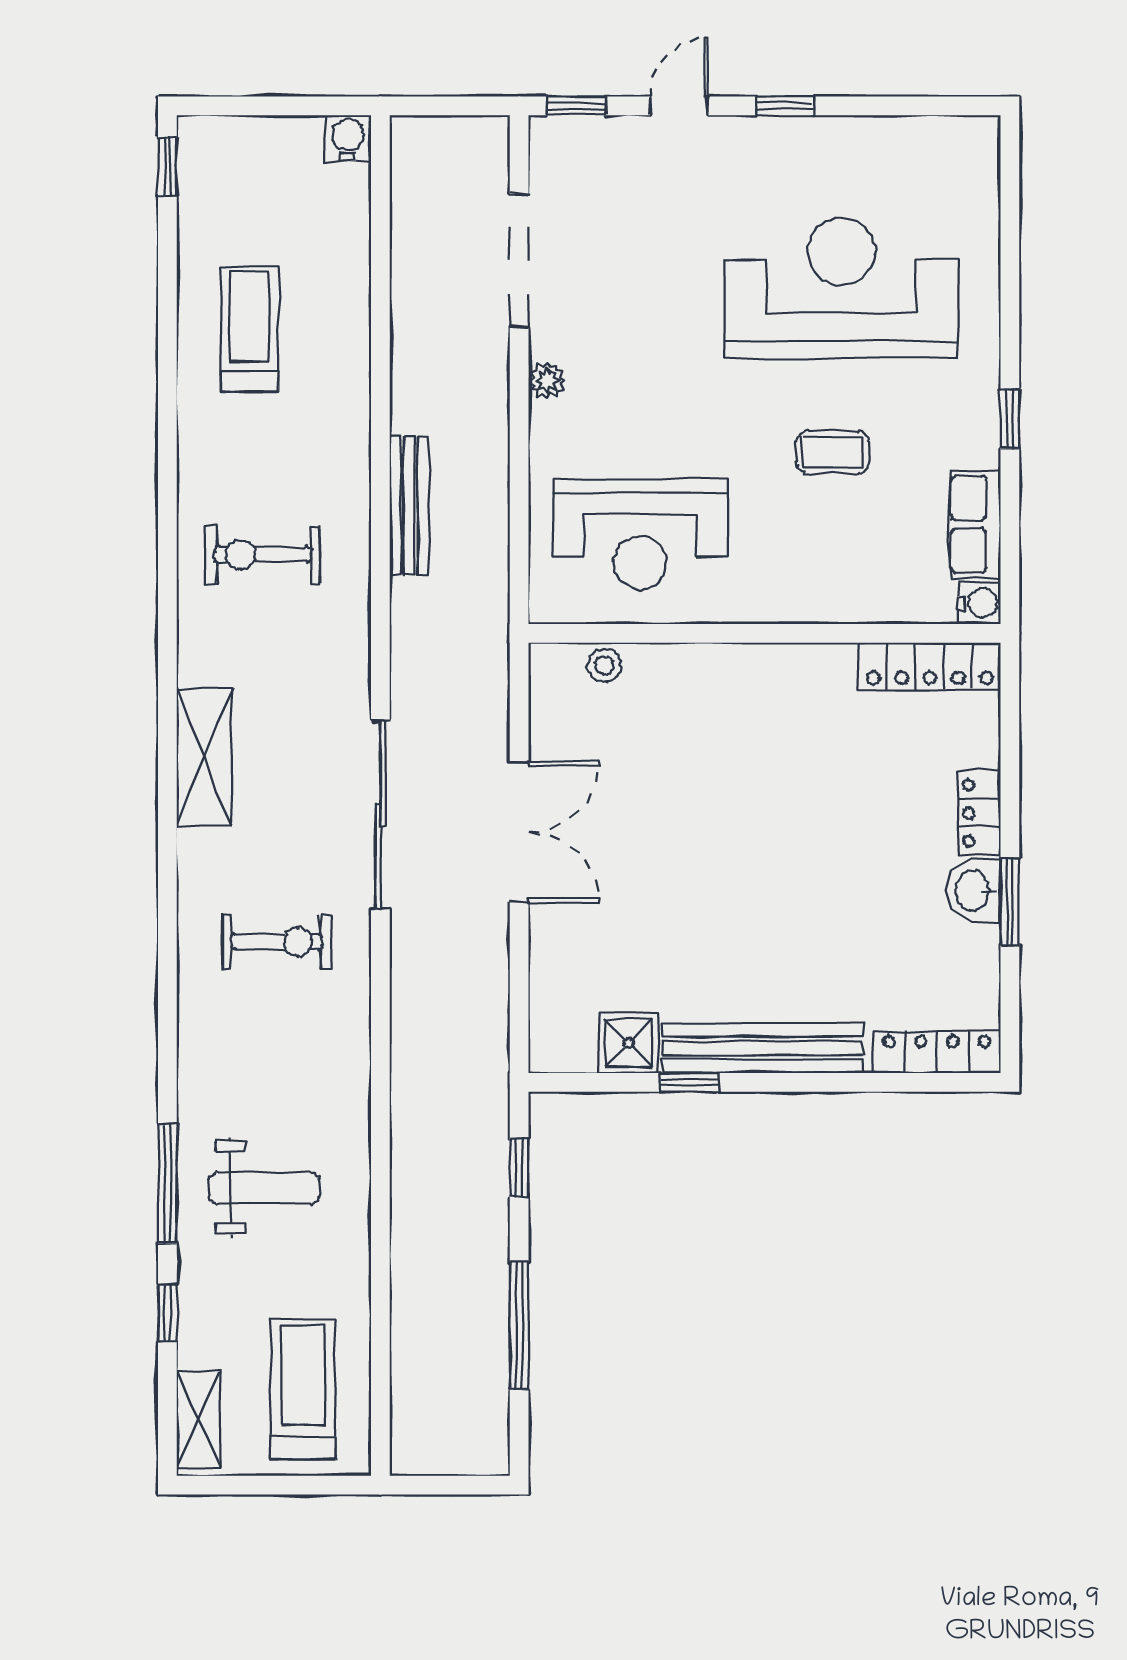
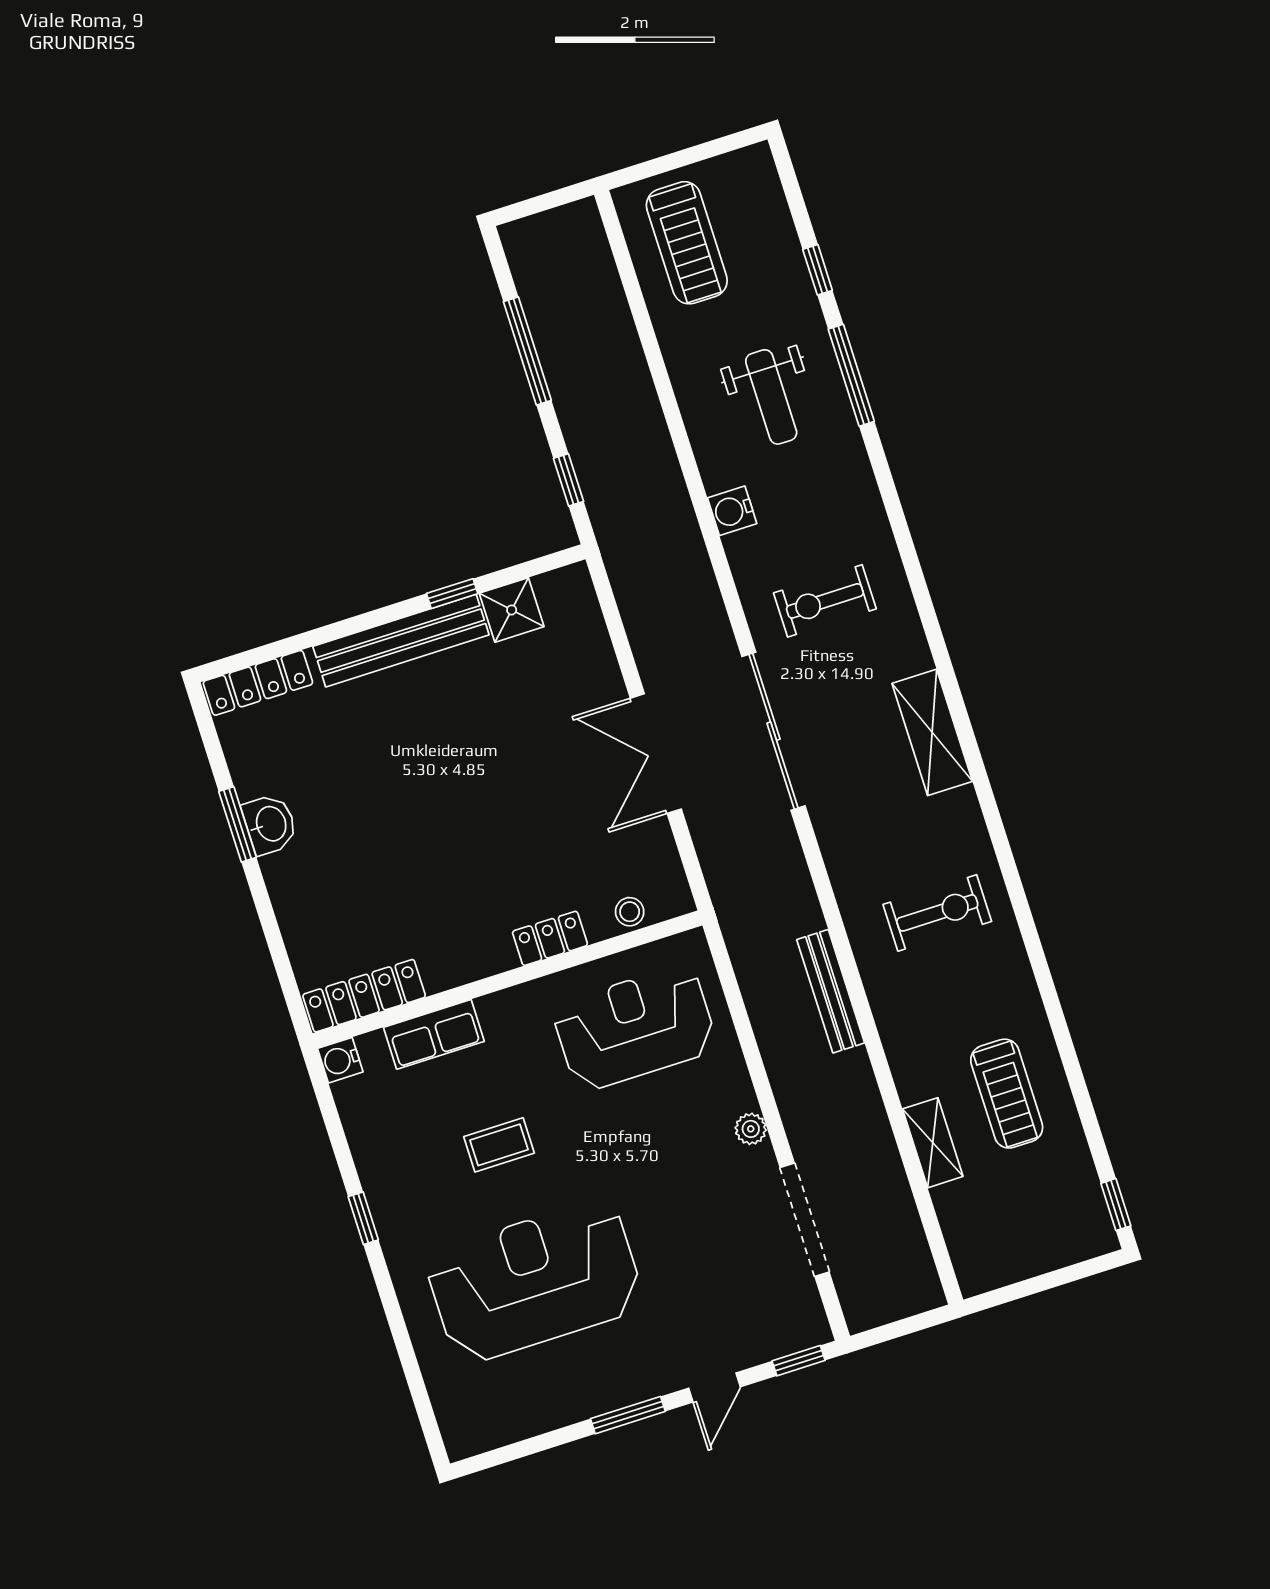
window: (785, 106) -> (628, 1415), width x1.50
water cooler: (348, 138) -> (732, 511), moved, turned 90
reception desk: (841, 288) -> (535, 1281), turned 180
row of seats: (975, 524) -> (434, 1034), moved, turned 90
locker: (979, 813) -> (550, 938), moved, turned -90
weight bench: (264, 1188) -> (771, 397), turned -90
shelving: (198, 1420) -> (933, 1143), moved

